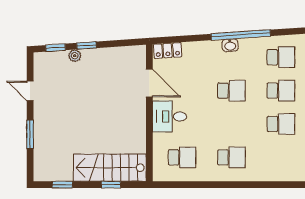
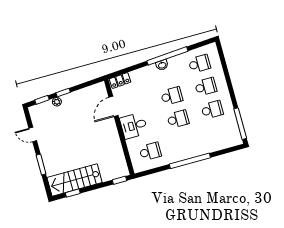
door: (149, 83) -> (114, 106), swing flipped
school desk: (231, 157) -> (178, 119), moved
stairs: (110, 168) -> (75, 180), moved
window: (111, 185) -> (119, 180), moved
window: (232, 185) -> (190, 161), added

